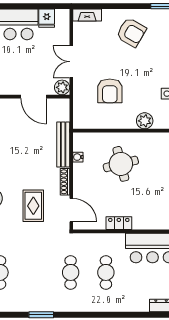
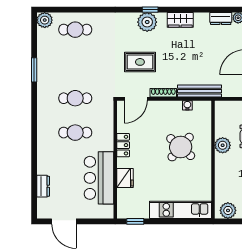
plant: (145, 121) -> (223, 145), moved
round table: (121, 164) -> (181, 147), turned -35
fridge: (153, 221) -> (125, 178), added

